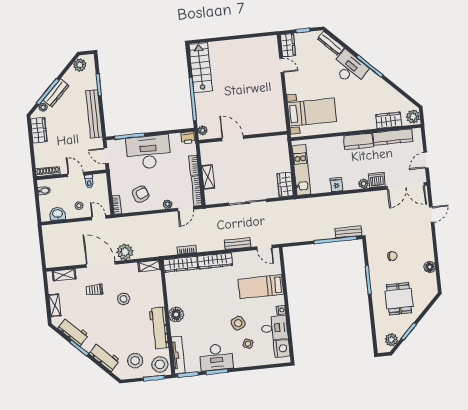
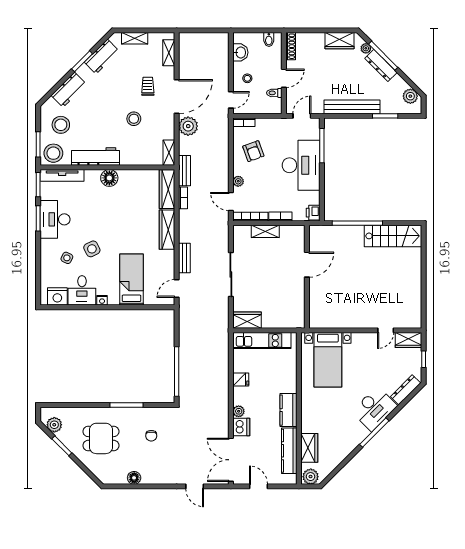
plant: (203, 130) -> (320, 231), removed
bench: (348, 232) -> (184, 171), moved

